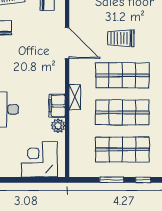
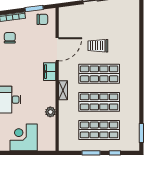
door: (67, 43) -> (57, 49), hinge flipped
filing cabinet: (57, 106) -> (50, 72), moved
corner desk: (39, 159) -> (24, 137), moved

